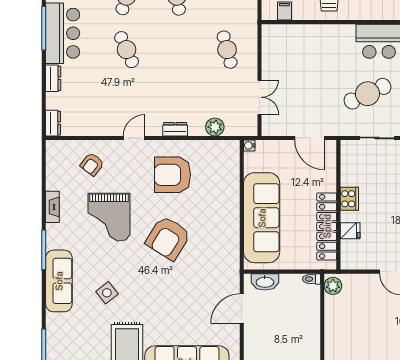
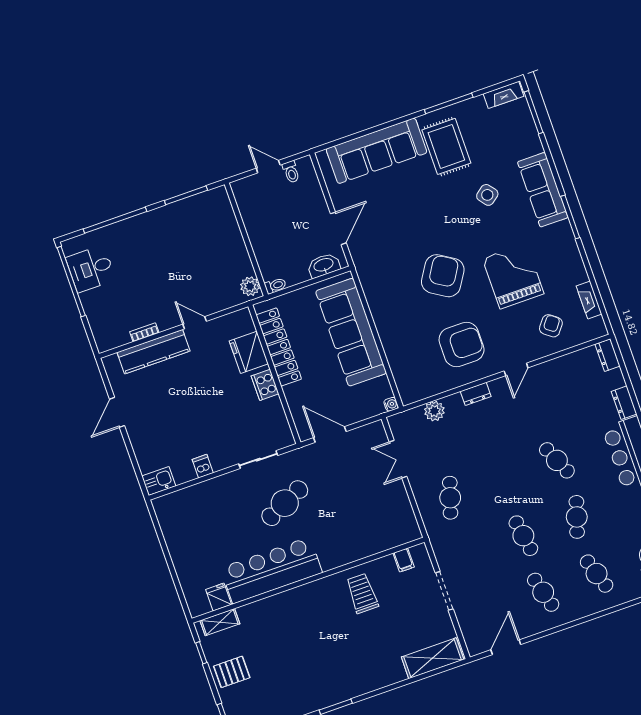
cafe table: (227, 50) -> (450, 498), turned 33
fireplace: (52, 207) -> (589, 300), moved
fridge: (350, 231) -> (249, 352), width x1.88, depth x1.34

